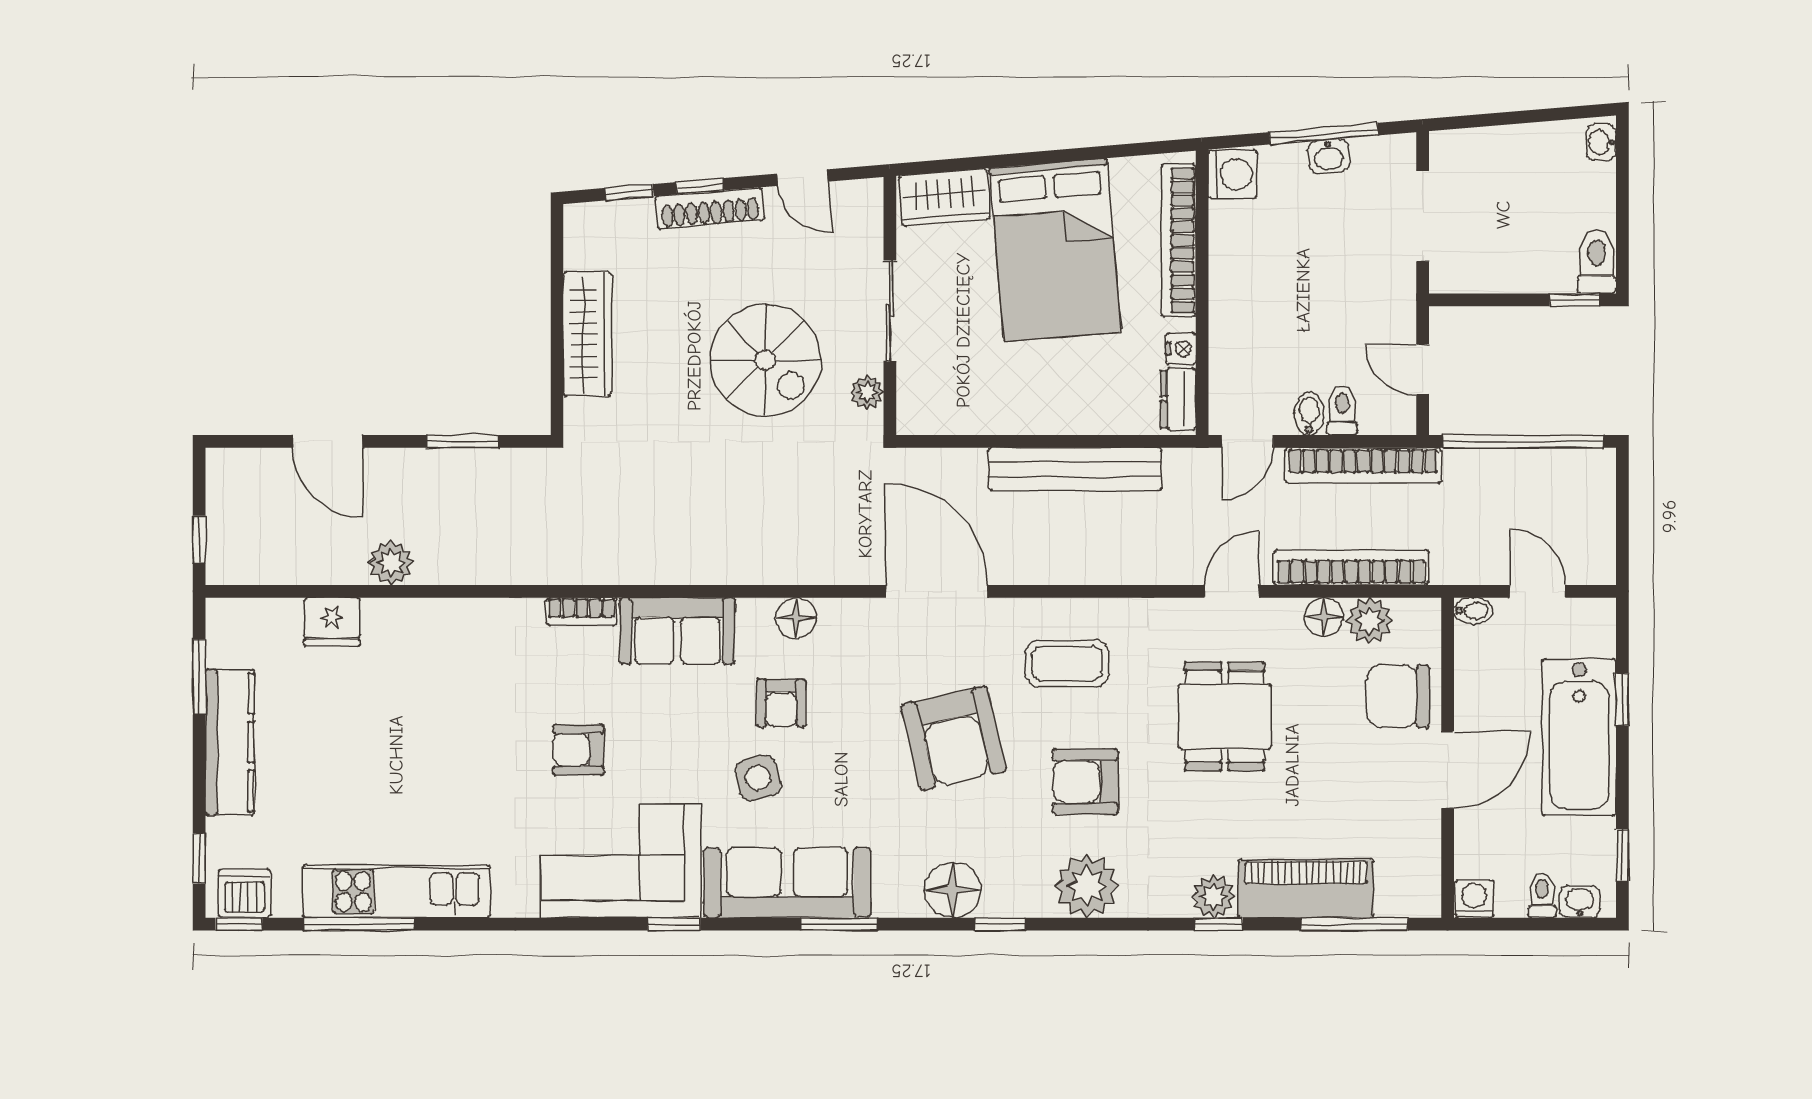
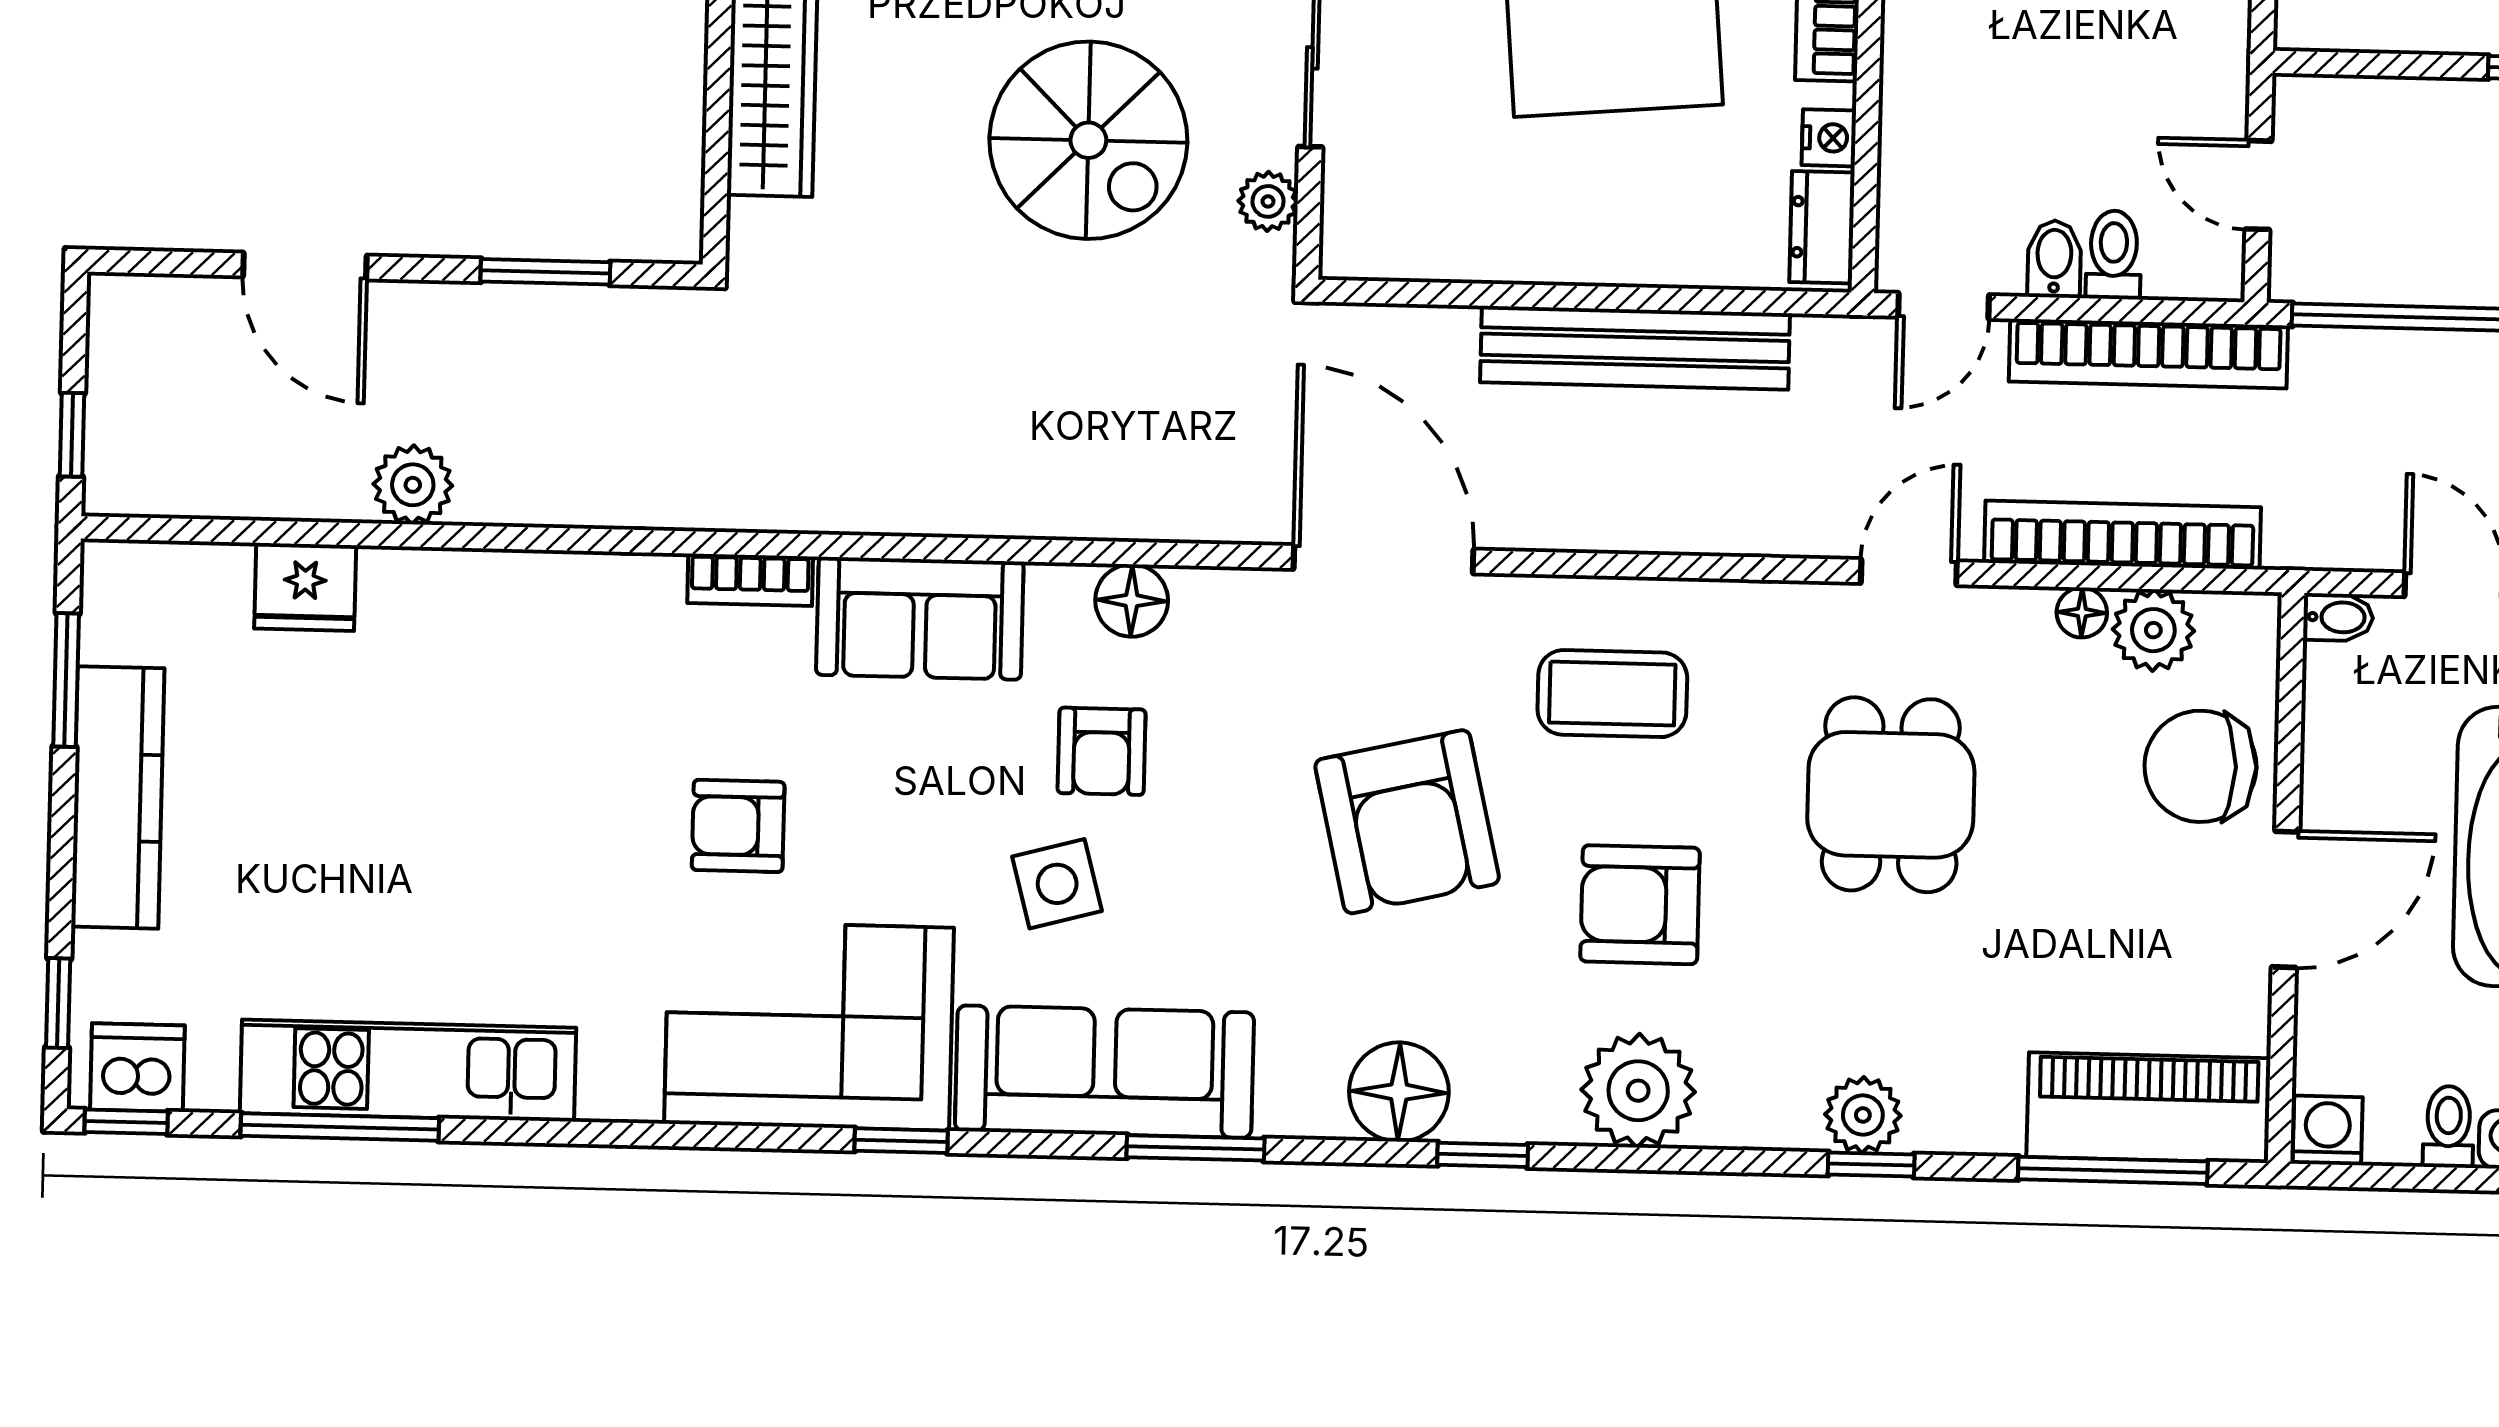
floor lamp: (1324, 617) -> (2082, 613), width x0.73, depth x0.73
piano: (1306, 888) -> (2148, 1108), moved

